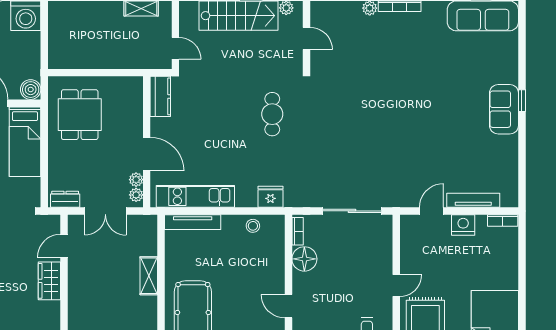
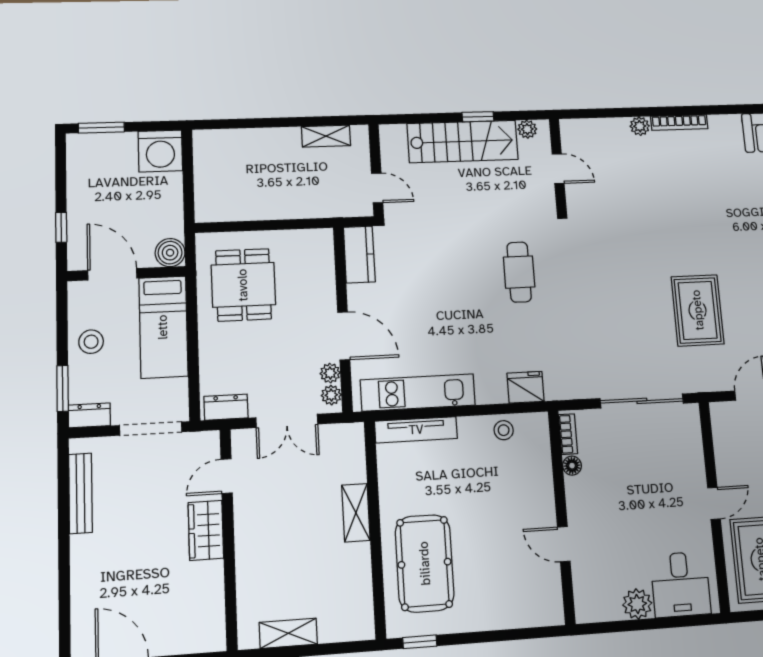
rug: (399, 148) -> (698, 310), added
floor lamp: (304, 259) -> (572, 466), width x0.53, depth x0.53

